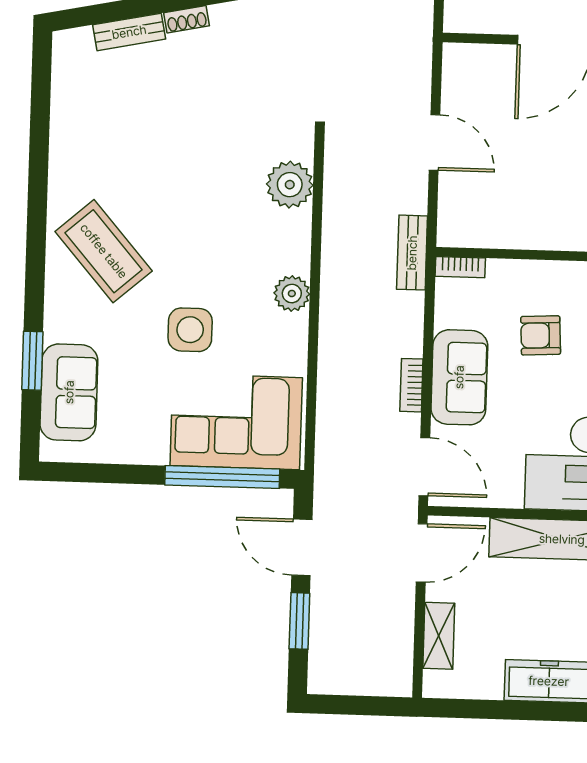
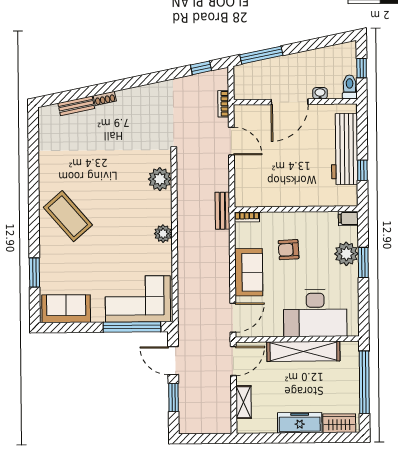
door: (435, 142) -> (231, 141), moved
side table: (190, 330) -> (113, 254), removed
bookcase: (411, 385) -> (223, 104), moved
sofa: (69, 392) -> (66, 309), moved, turned -90
door: (424, 467) -> (233, 318), hinge flipped

